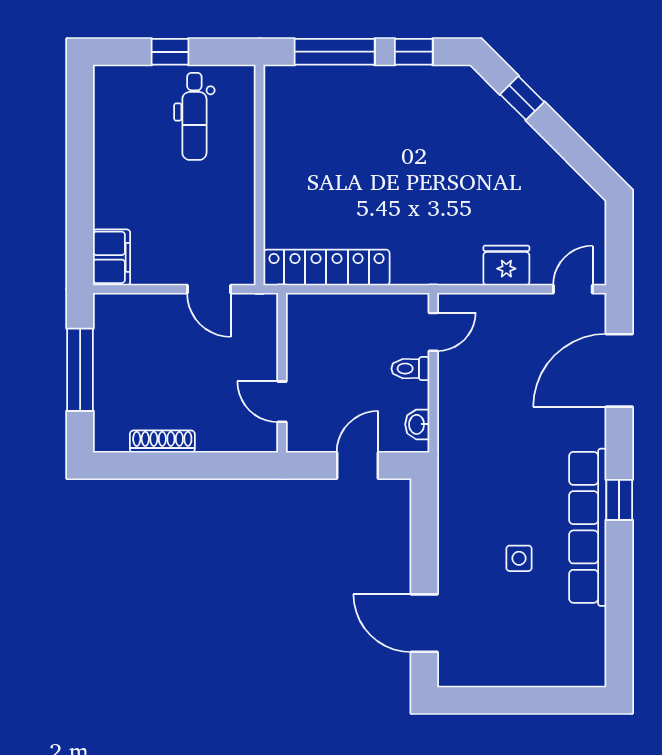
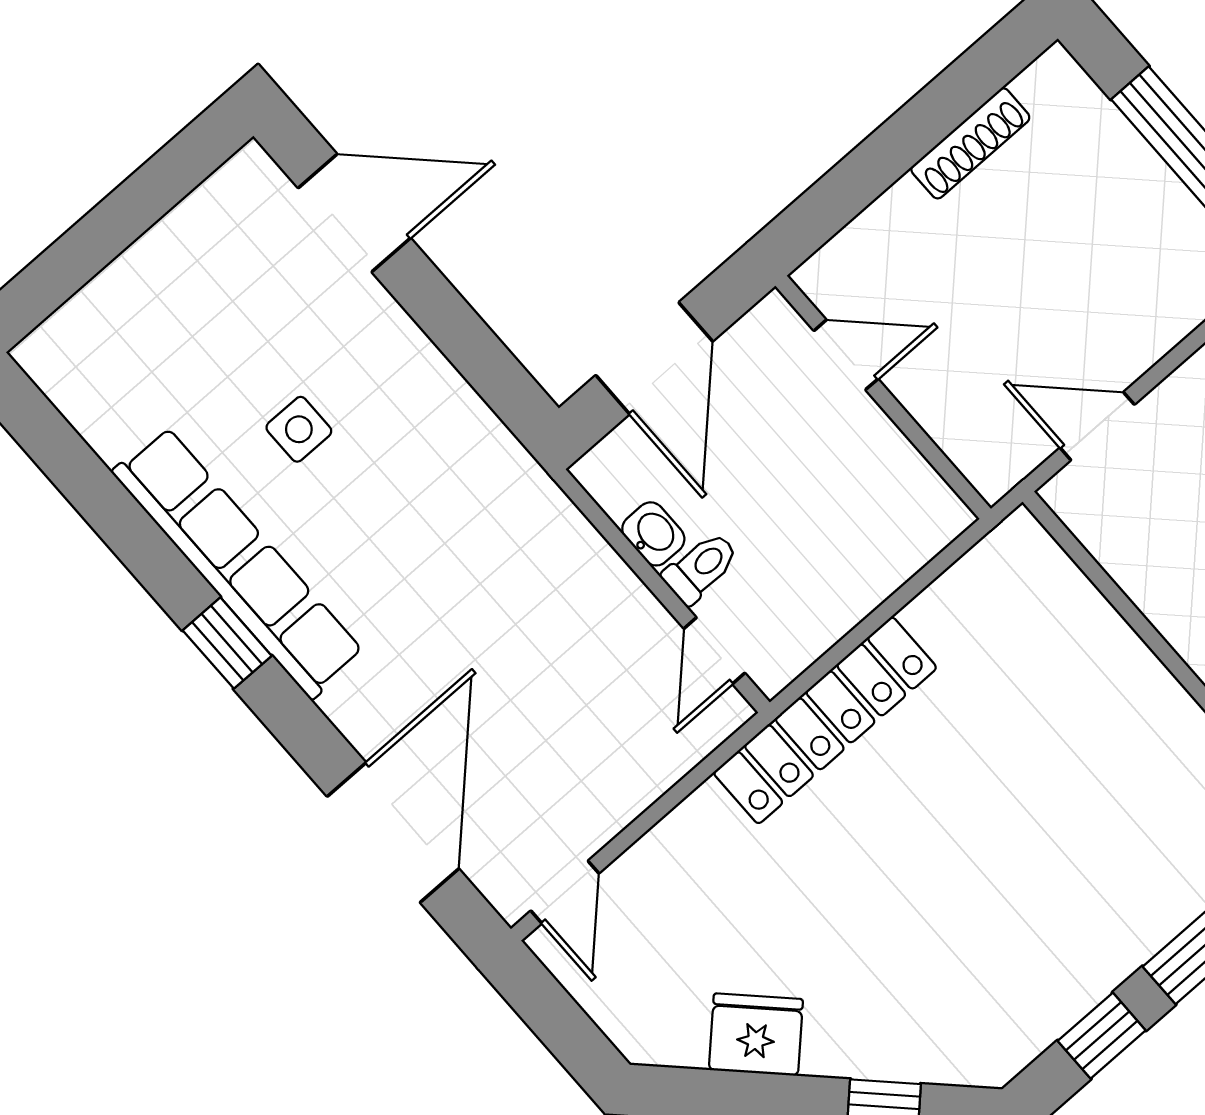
fridge: (506, 265) -> (756, 1035), moved, turned -135
locker: (326, 267) -> (825, 720), moved
washbasin: (417, 424) -> (653, 534), moved
door: (357, 465) -> (654, 358), width x1.38

